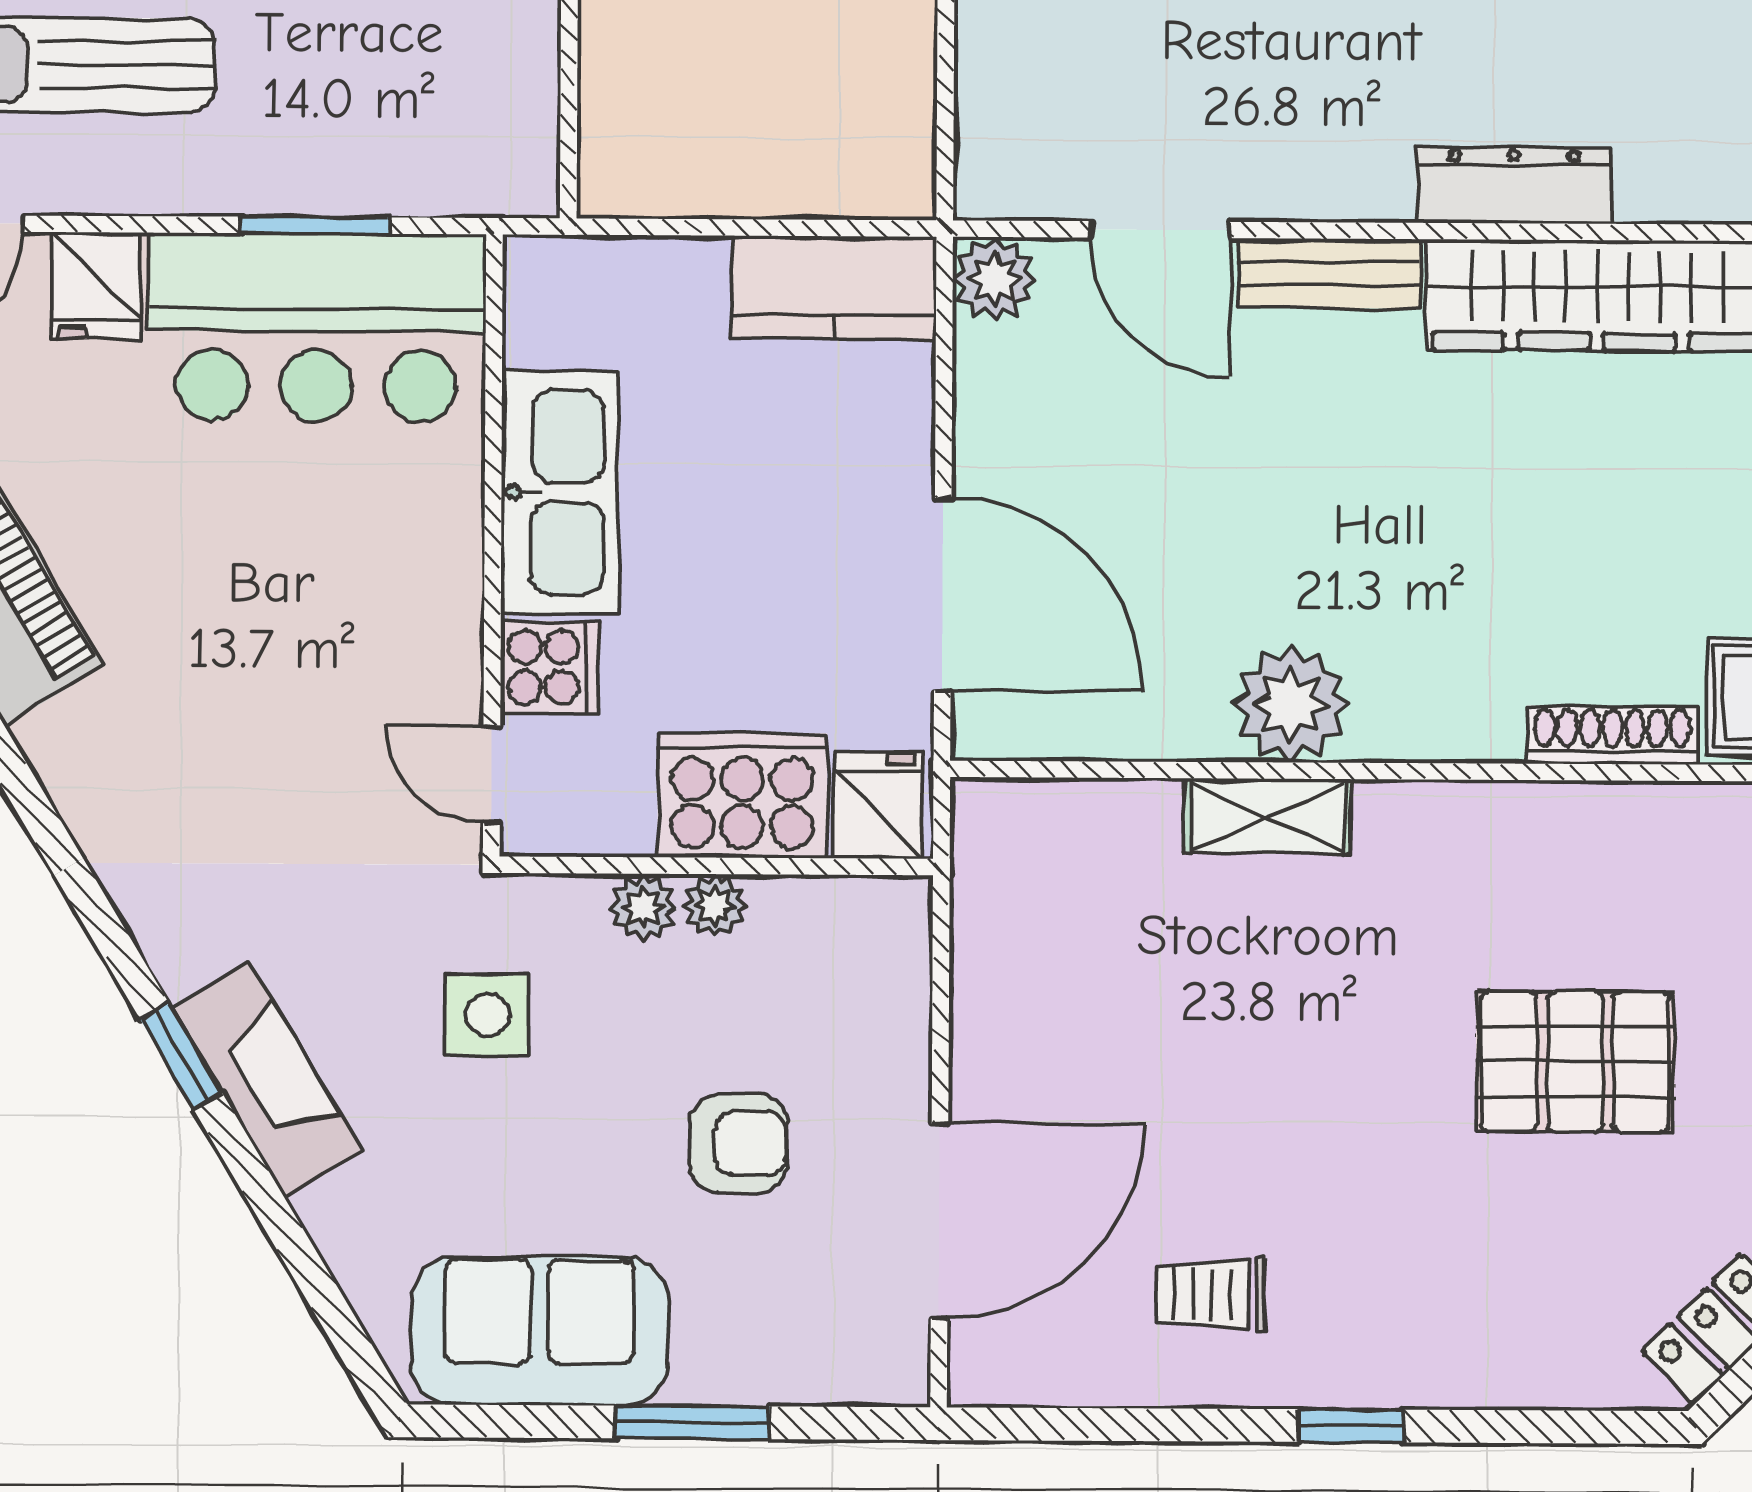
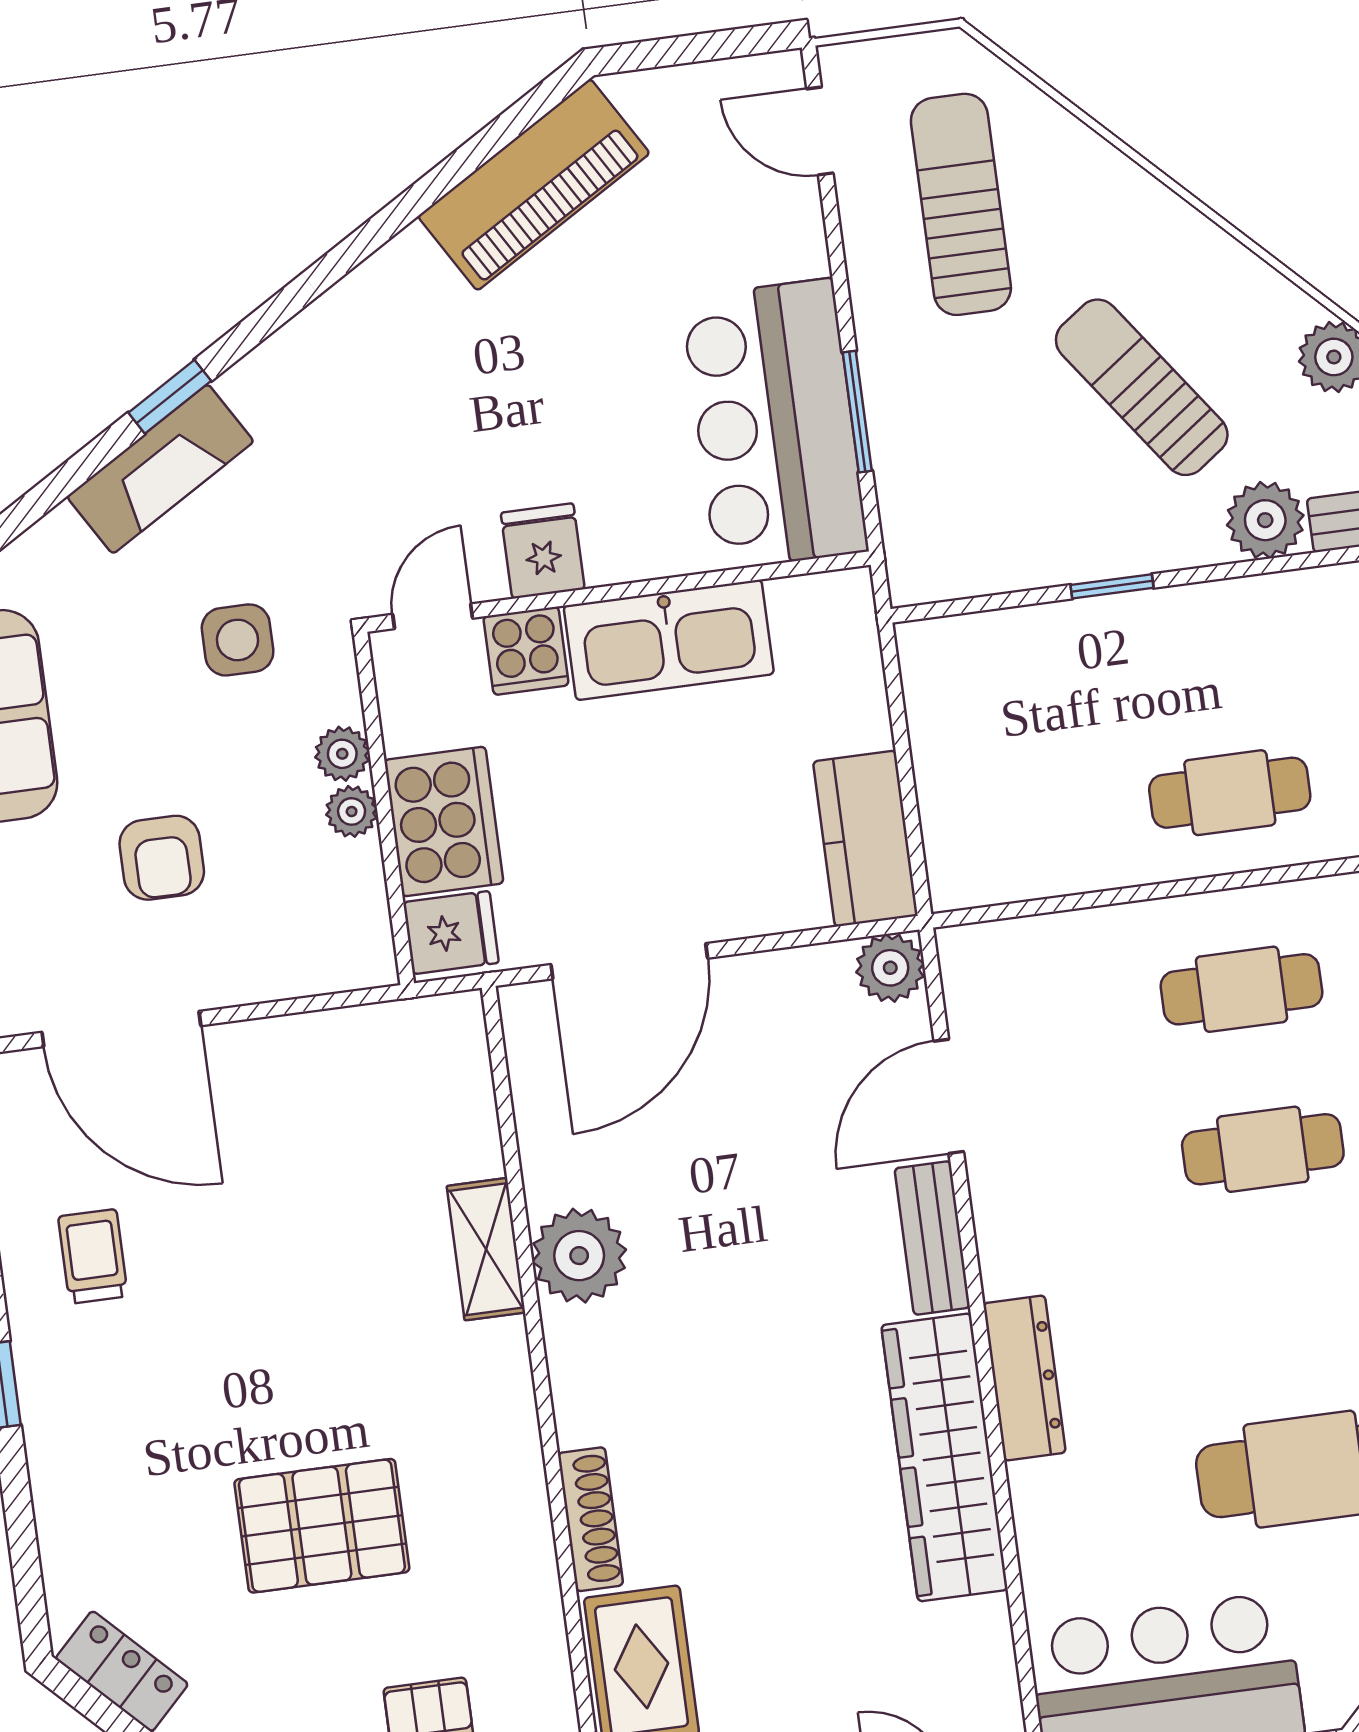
fridge: (96, 286) -> (543, 551), moved, turned 90
pallet: (1575, 1062) -> (322, 1526), turned 90

